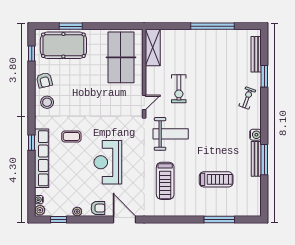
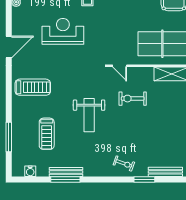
weight bench: (171, 134) -> (89, 115), moved
water cooler: (256, 135) -> (30, 171), moved
treadmill: (165, 181) -> (33, 87), moved, turned 180
armchair: (98, 208) -> (20, 22), removed

